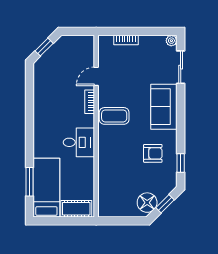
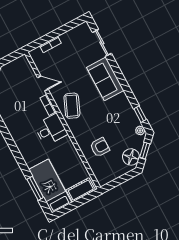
plant: (171, 41) -> (140, 131), moved
door: (96, 76) -> (43, 83), swing flipped
coffee table: (114, 116) -> (72, 106), turned -67
desk: (79, 142) -> (51, 130), moved
armchair: (153, 153) -> (100, 147), moved

